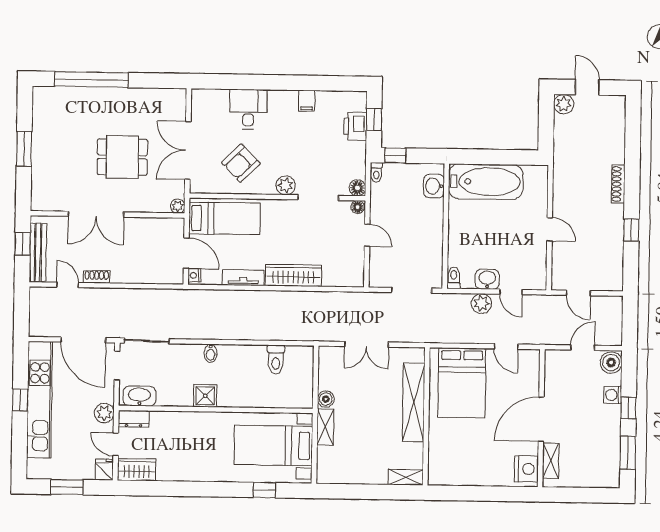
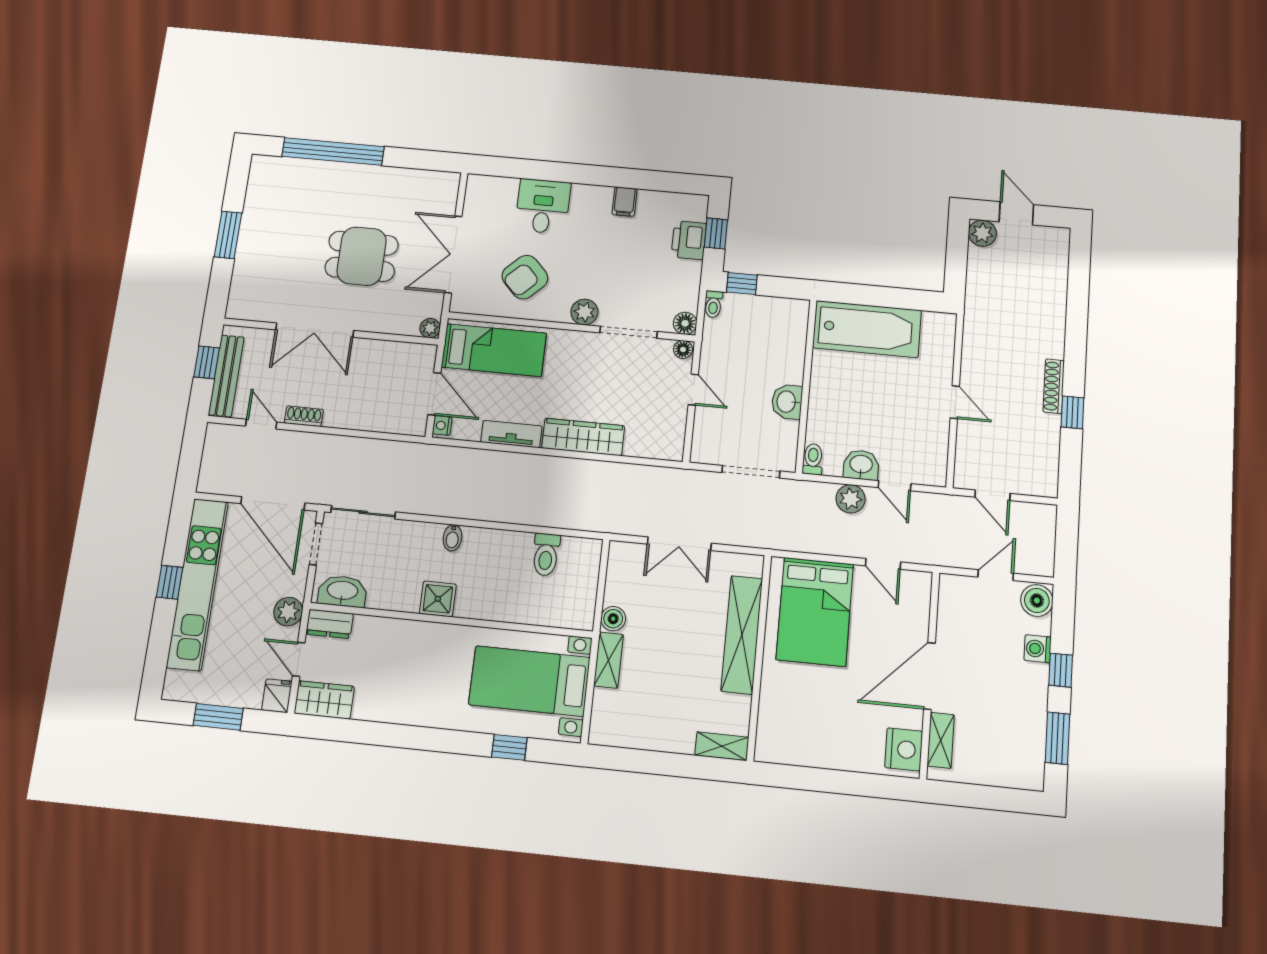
shoe rack: (618, 184) -> (1054, 386), moved
washbasin: (434, 186) -> (787, 402), moved

